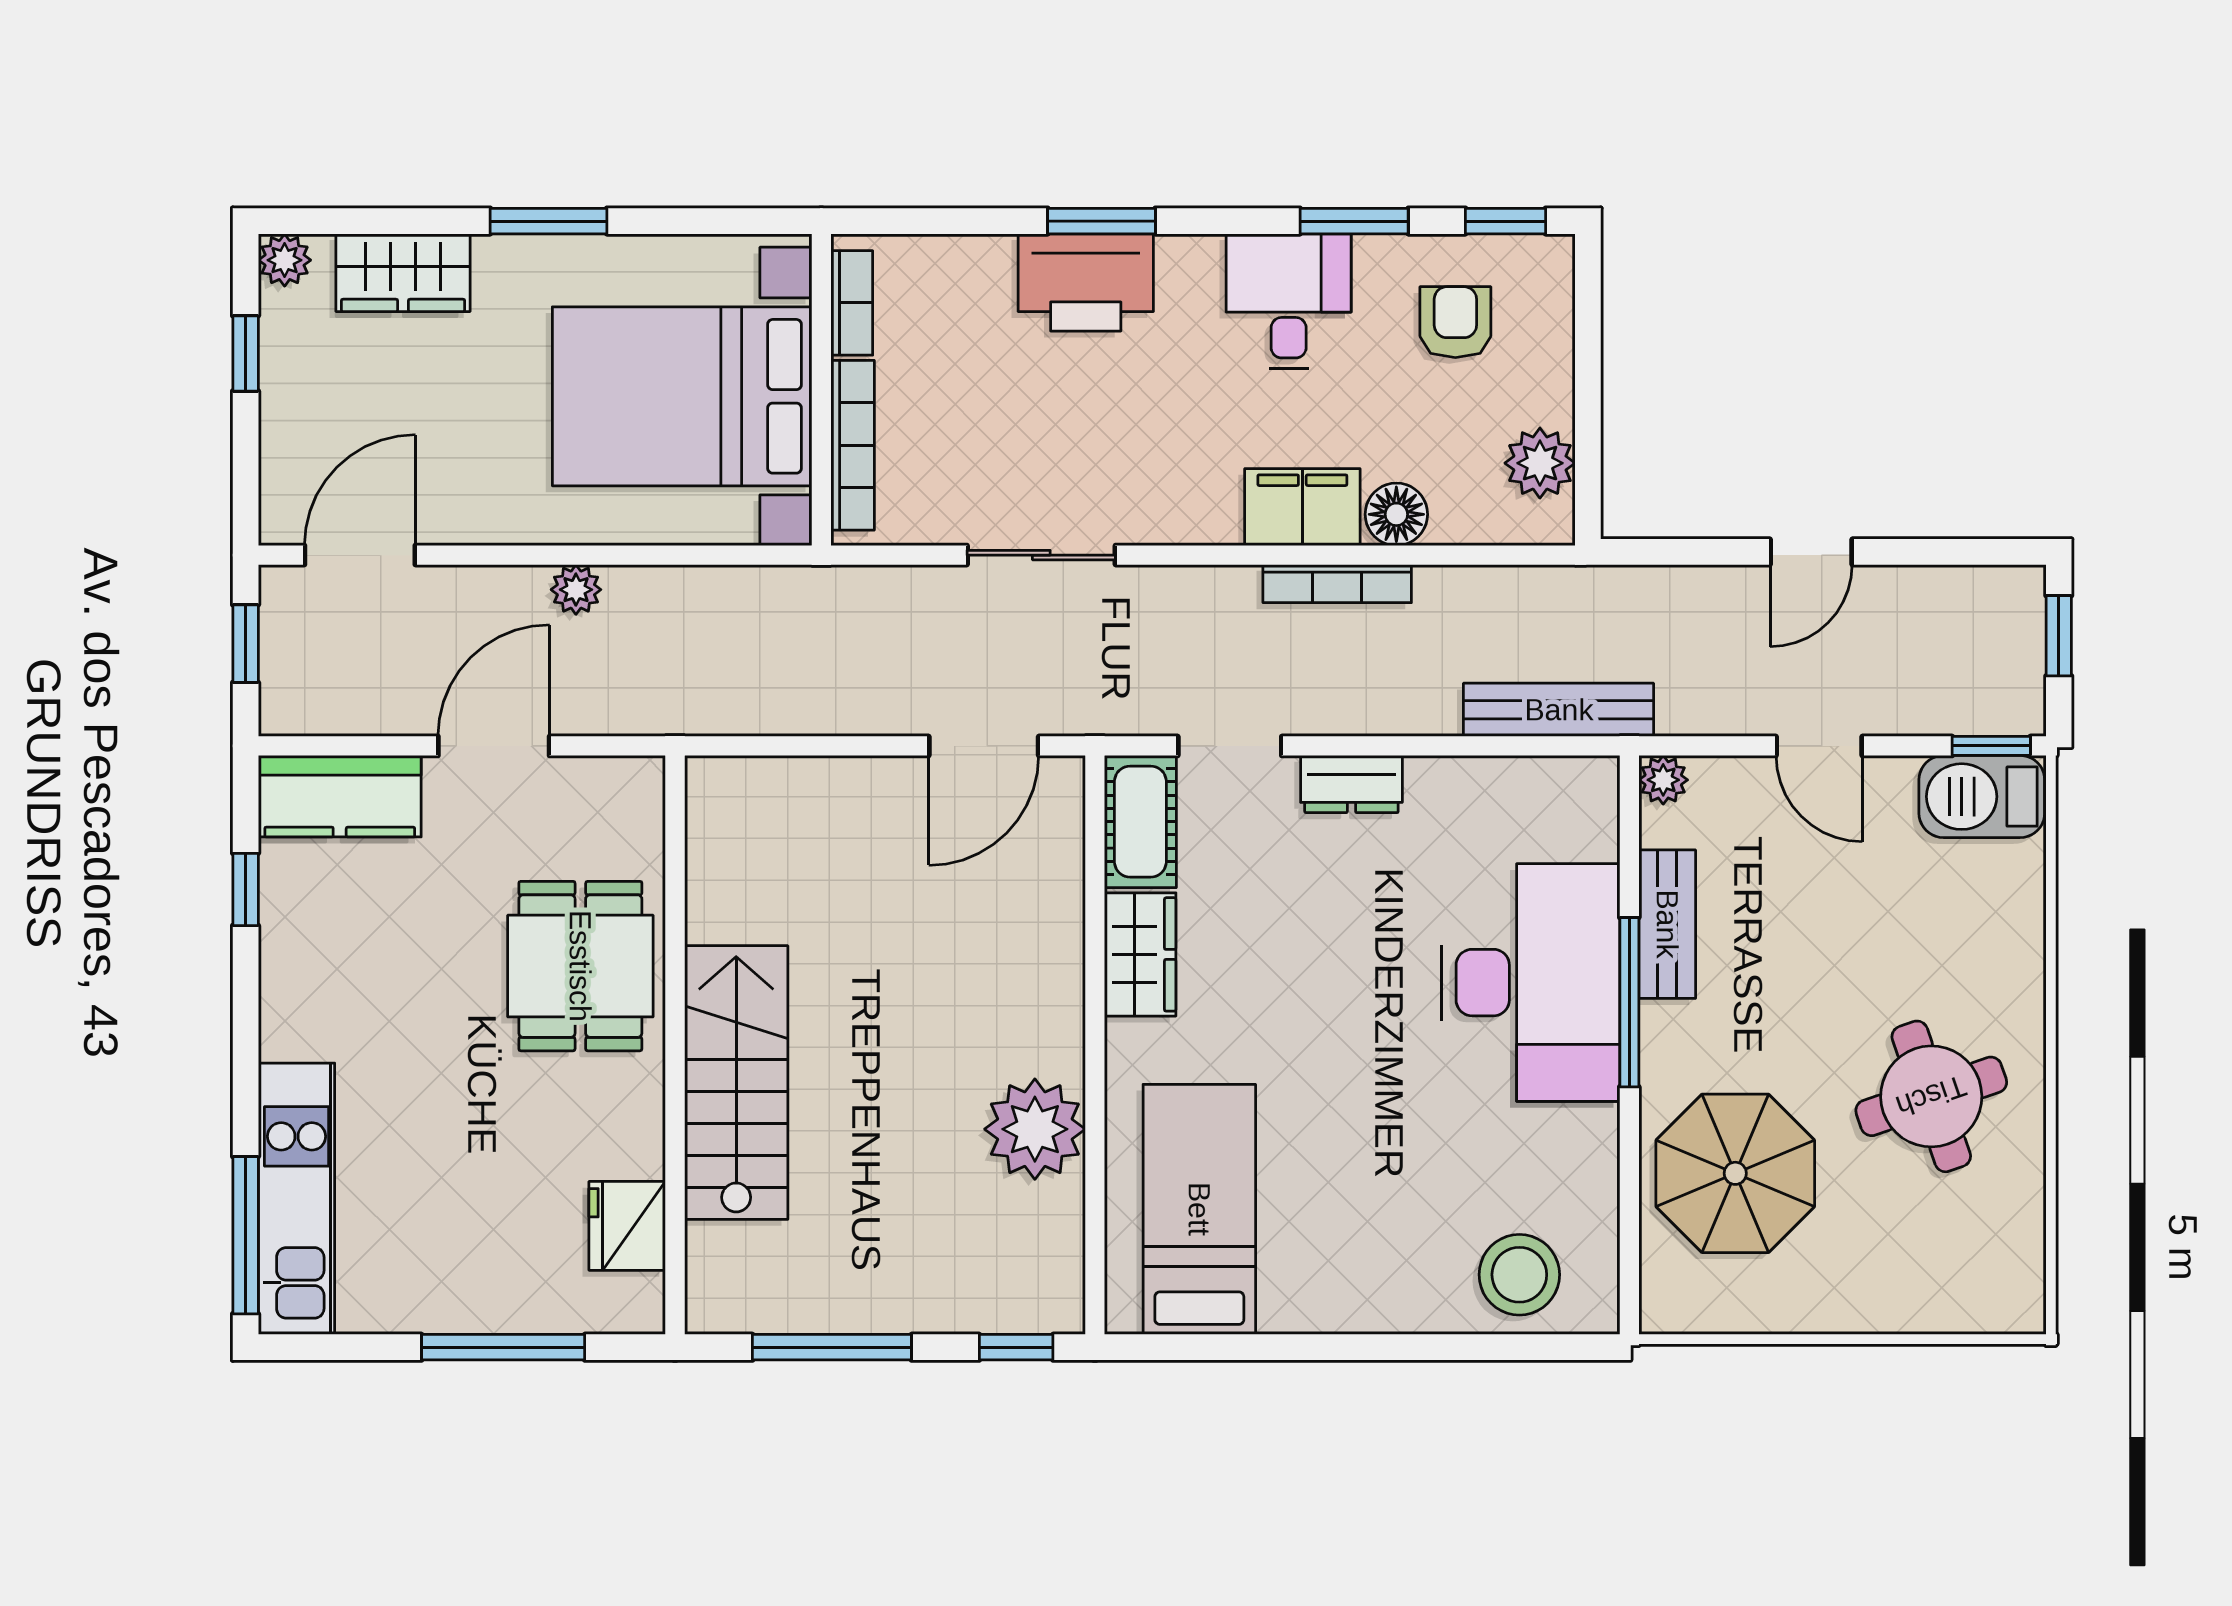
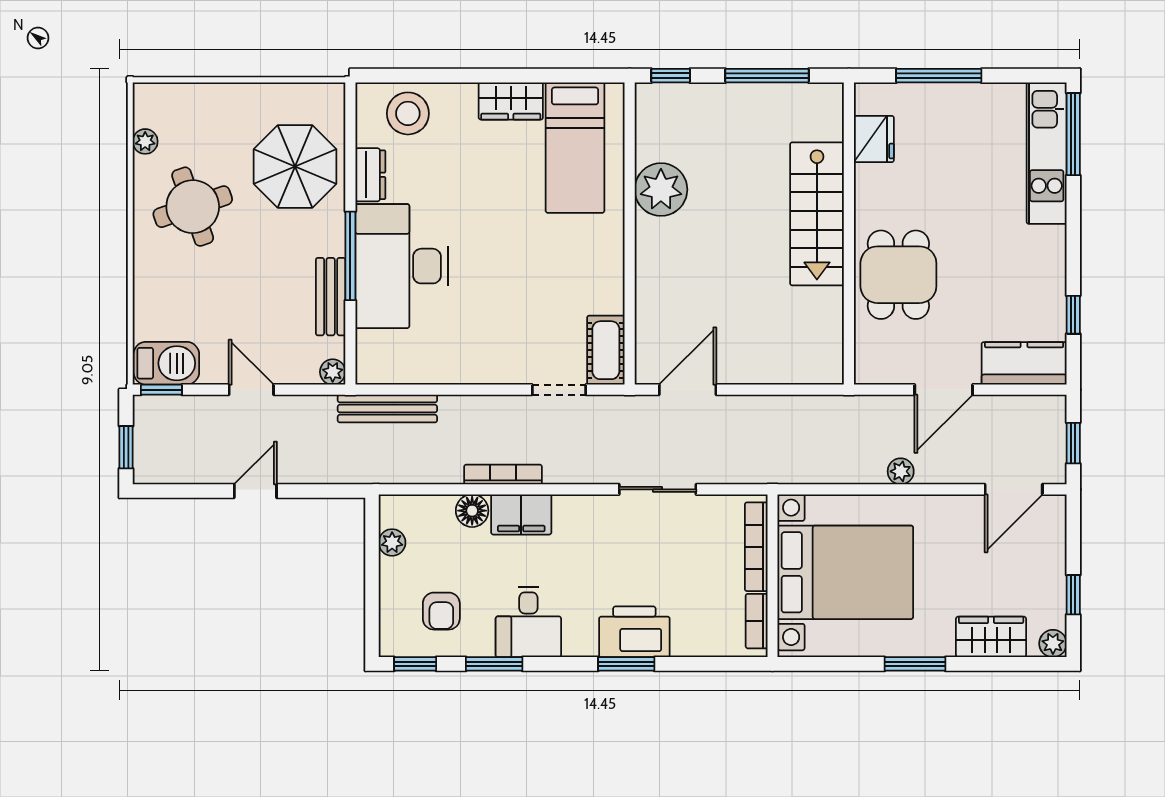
plant: (1540, 463) -> (392, 542), width x0.73, depth x0.73
dresser: (1351, 784) -> (370, 175), moved, turned 90
wardrobe: (1140, 954) -> (511, 101), moved, turned -90
plant: (2022, 1221) -> (145, 141), added

